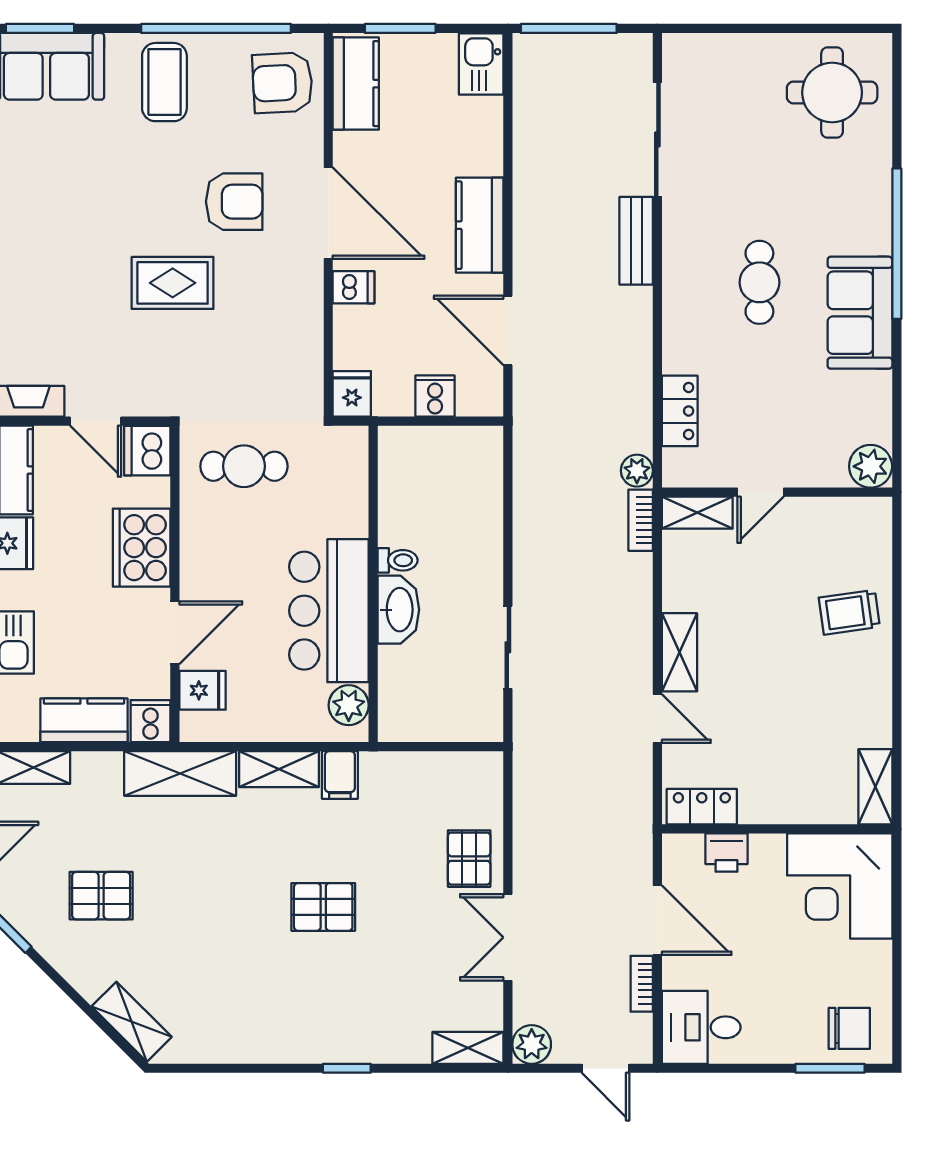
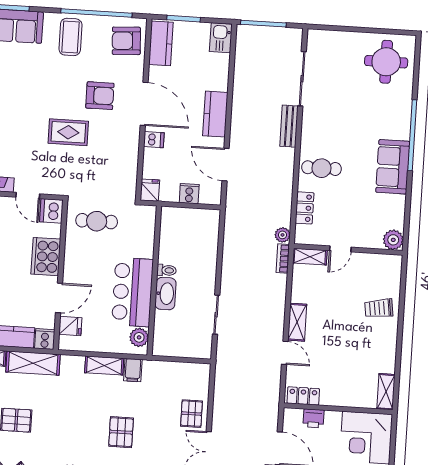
cafe table: (759, 282) -> (321, 168), moved, turned 90
shelving: (180, 773) -> (33, 363), moved
pallet: (323, 907) -> (121, 432), turned 90

